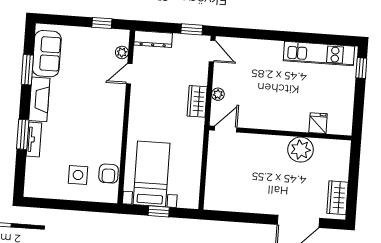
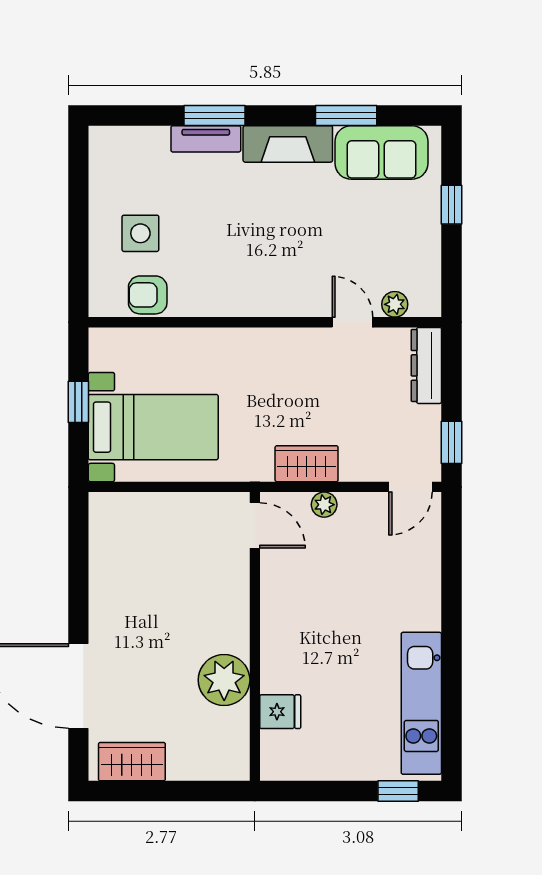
window: (102, 23) -> (451, 205), moved
bed with nightstands: (152, 174) -> (153, 427), moved

